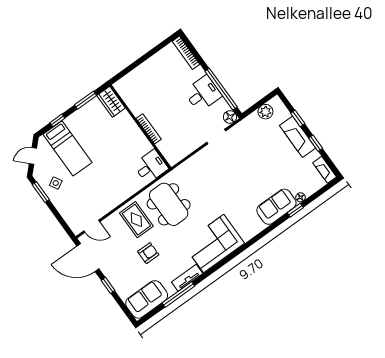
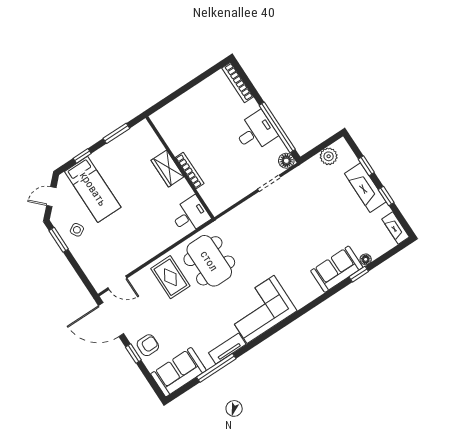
wardrobe: (111, 102) -> (168, 169), moved
armchair: (148, 253) -> (148, 345), moved

